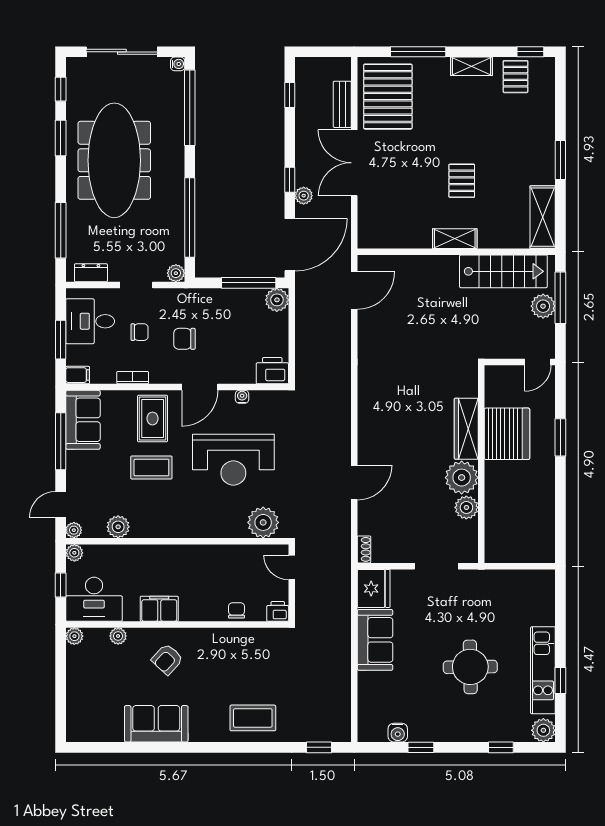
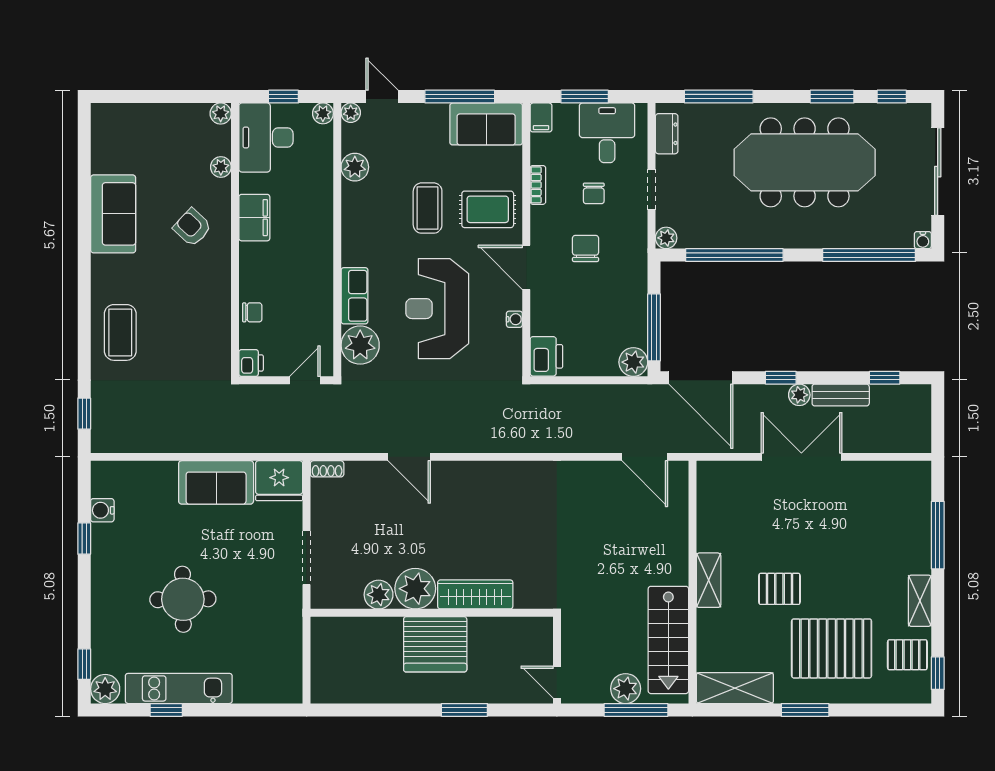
pallet: (388, 97) -> (832, 648), moved
bench: (342, 104) -> (841, 395), moved
plant: (304, 196) -> (799, 395), moved
server rack: (507, 434) -> (435, 644), moved
row of seats: (223, 527) -> (354, 296), added
window: (501, 747) -> (84, 664), moved

